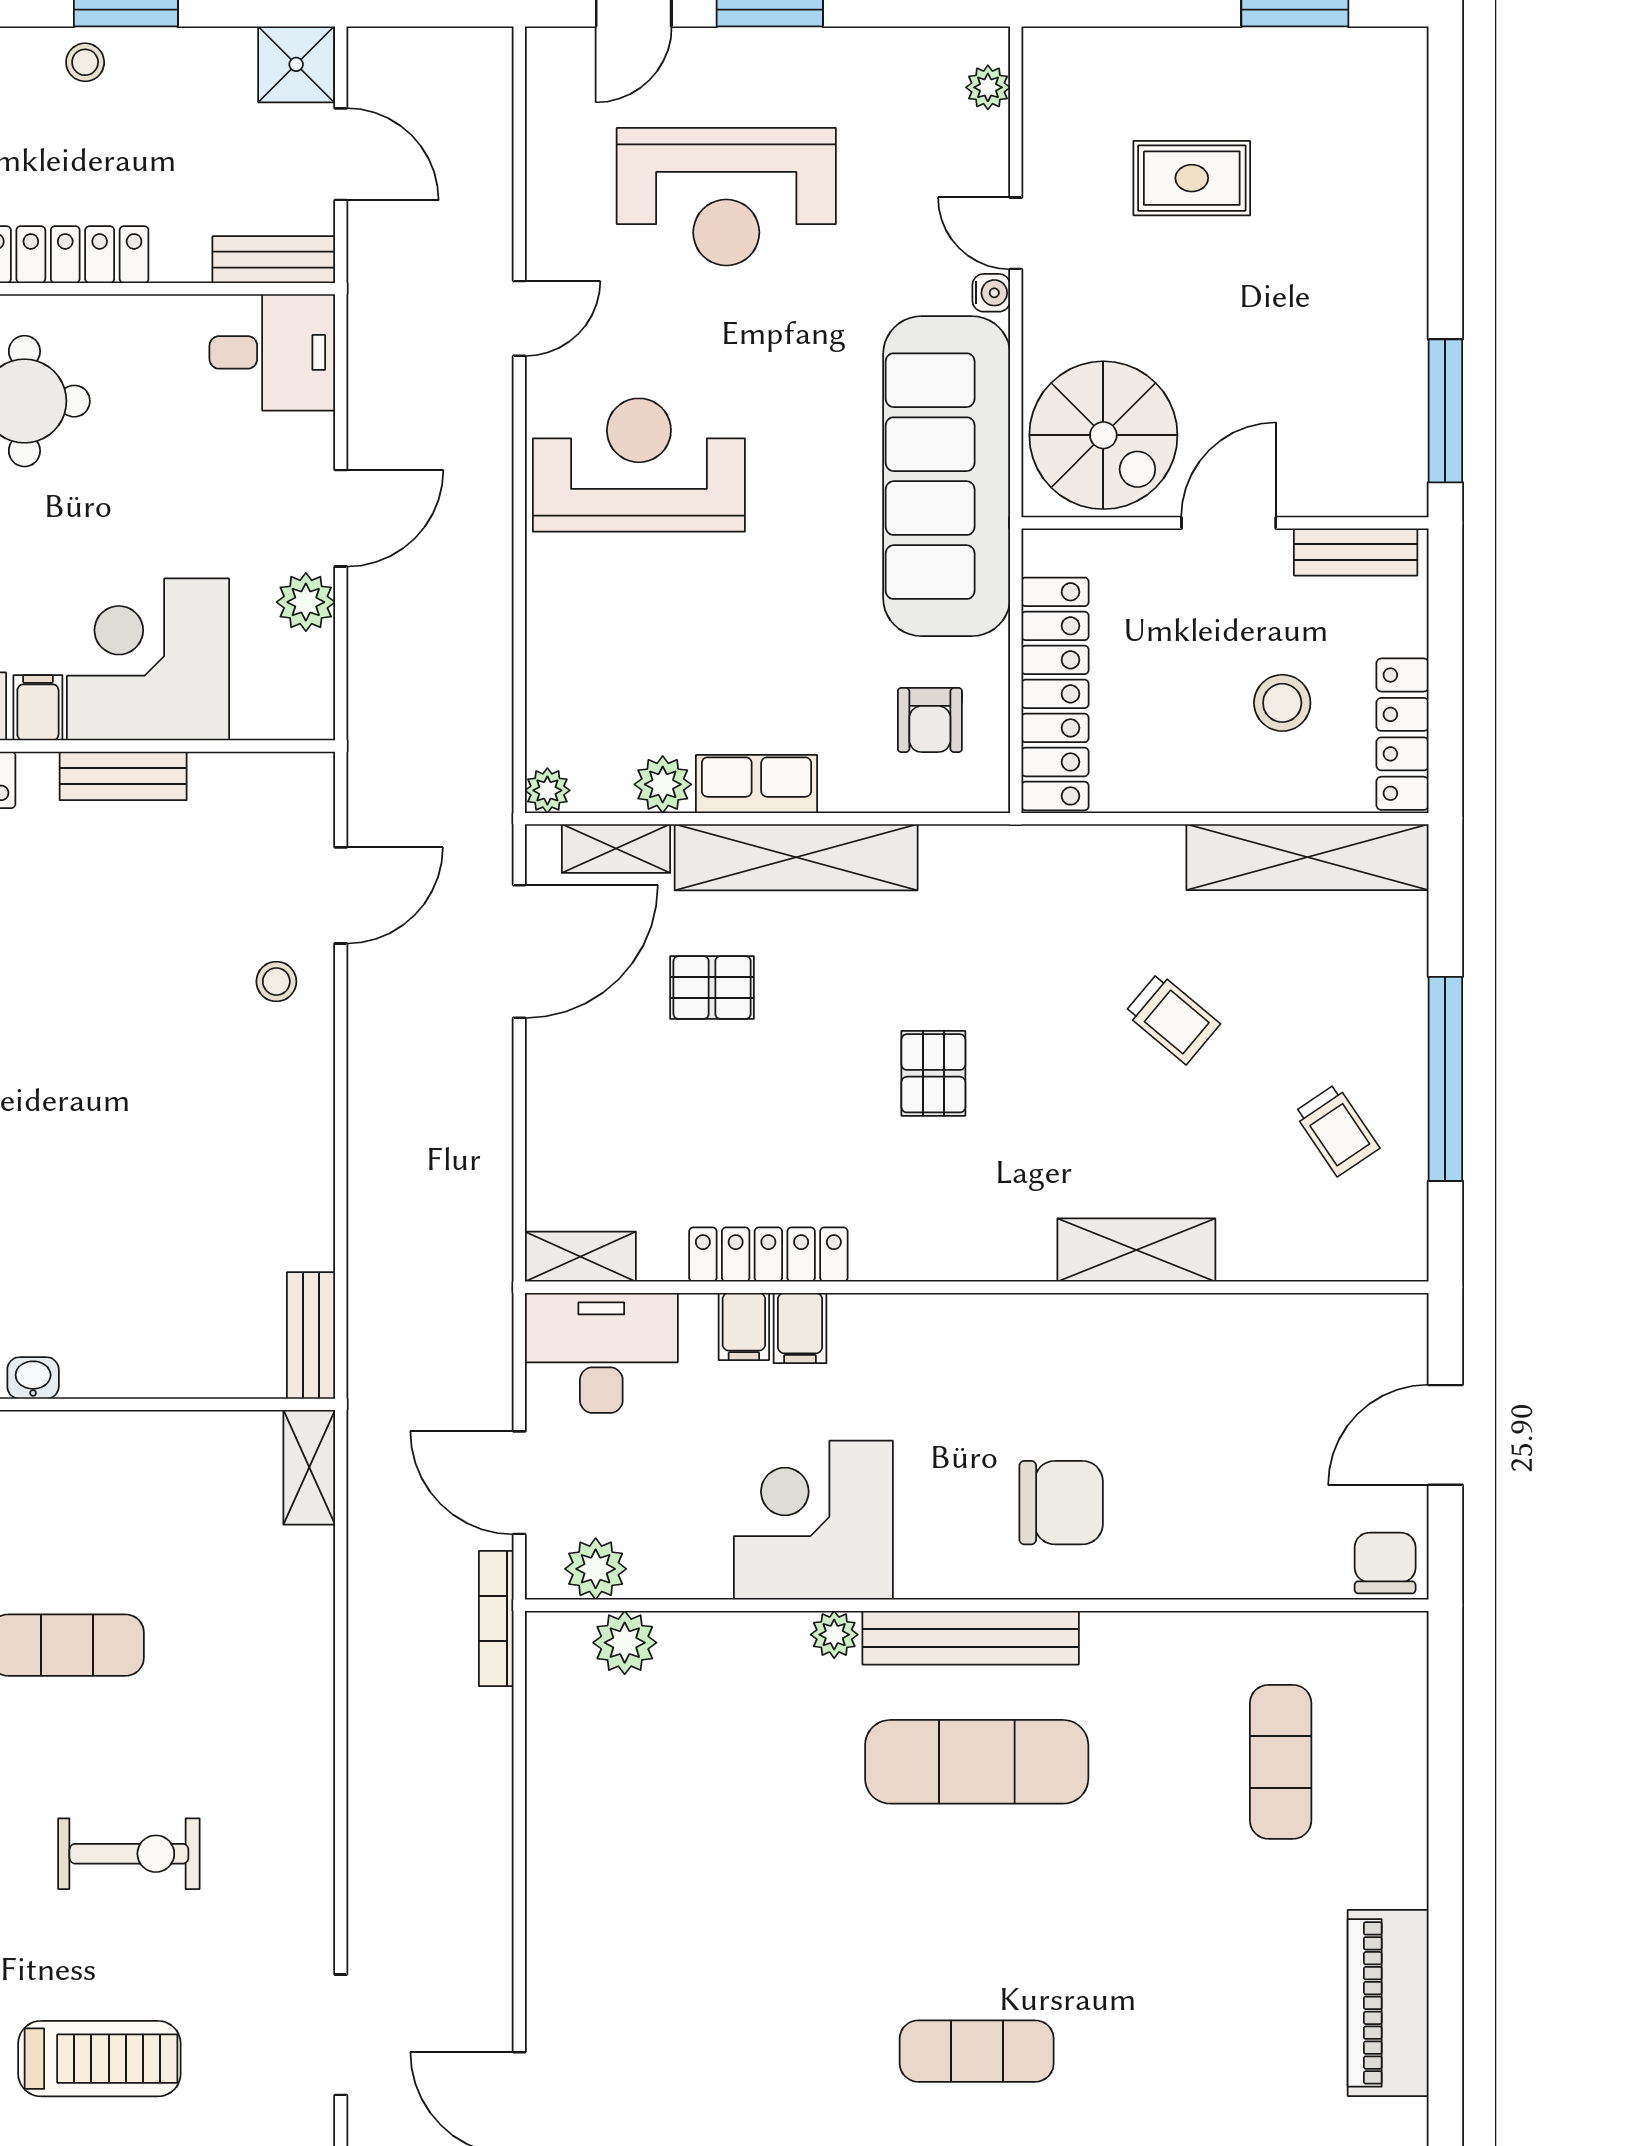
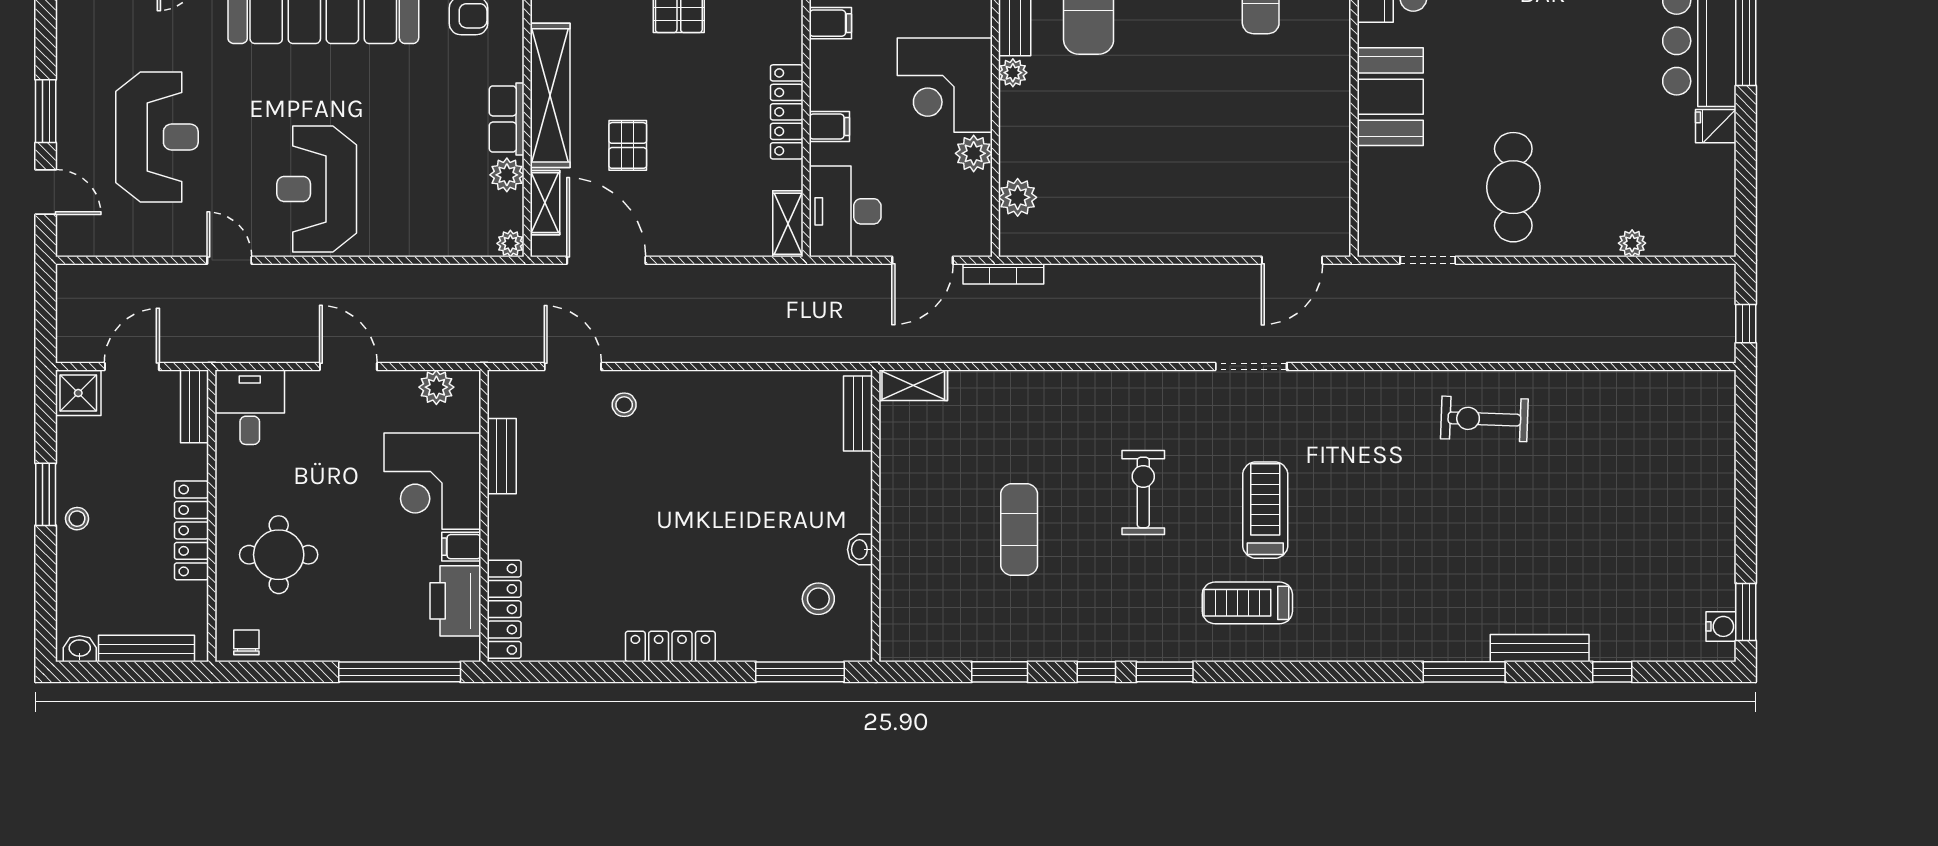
plant: (306, 602) -> (436, 387), moved
bench: (123, 776) -> (502, 456), moved
filing cabinet: (800, 1328) -> (830, 23), moved
bench: (311, 1335) -> (858, 413), moved, turned 90
plant: (596, 1569) -> (974, 153), moved

